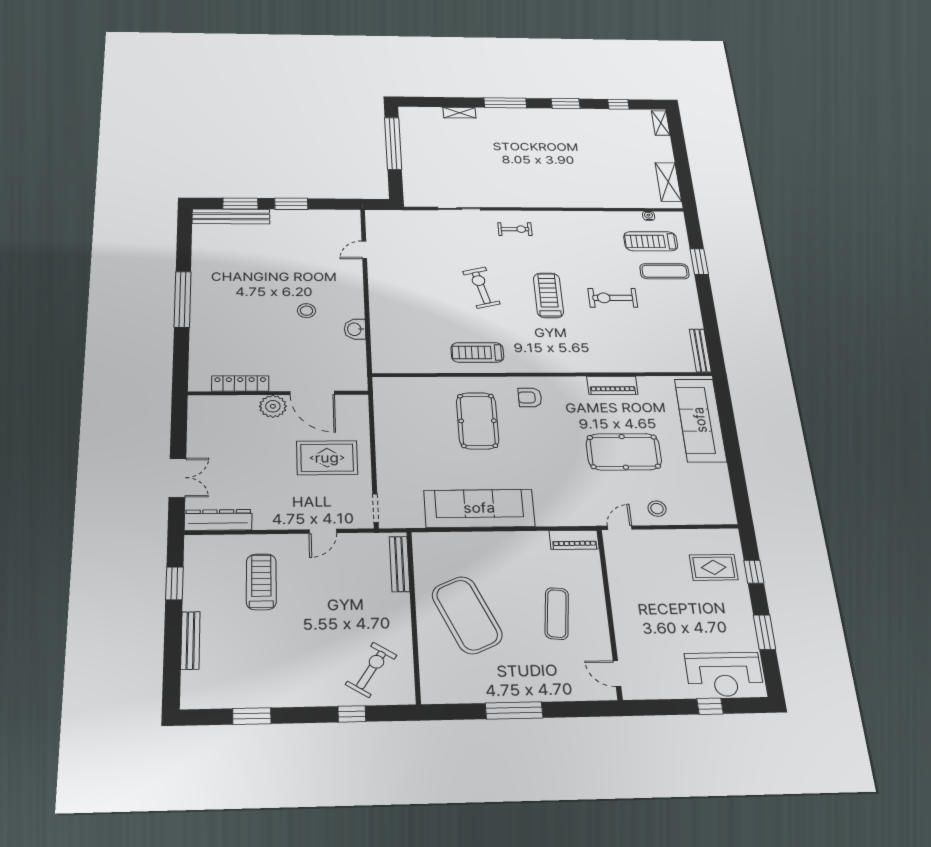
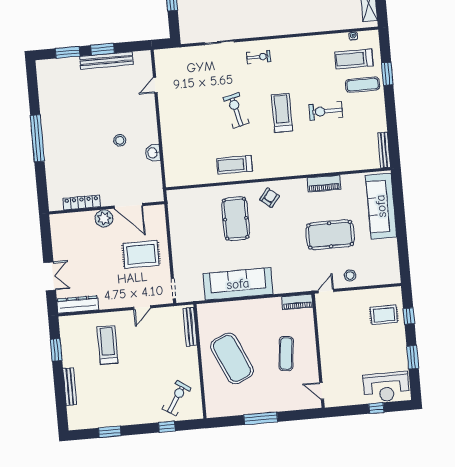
bench: (231, 216) -> (106, 60), moved
armchair: (530, 397) -> (269, 198), turned 129

